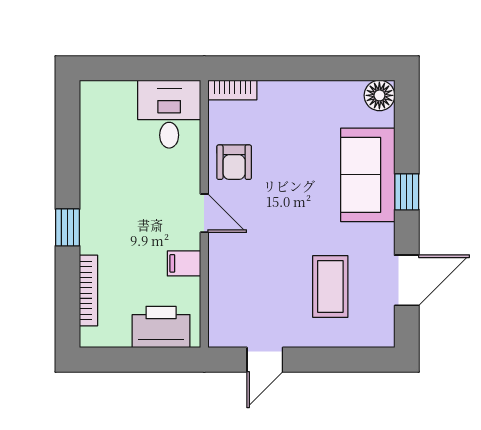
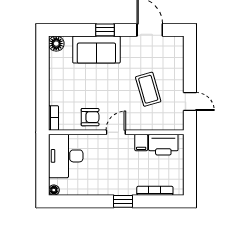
floor lamp: (90, 91) -> (54, 190), added
desk: (169, 114) -> (66, 156), width x1.37
coffee table: (330, 286) -> (148, 89), moved, turned 74
printer: (161, 327) -> (163, 145), moved, turned -90

